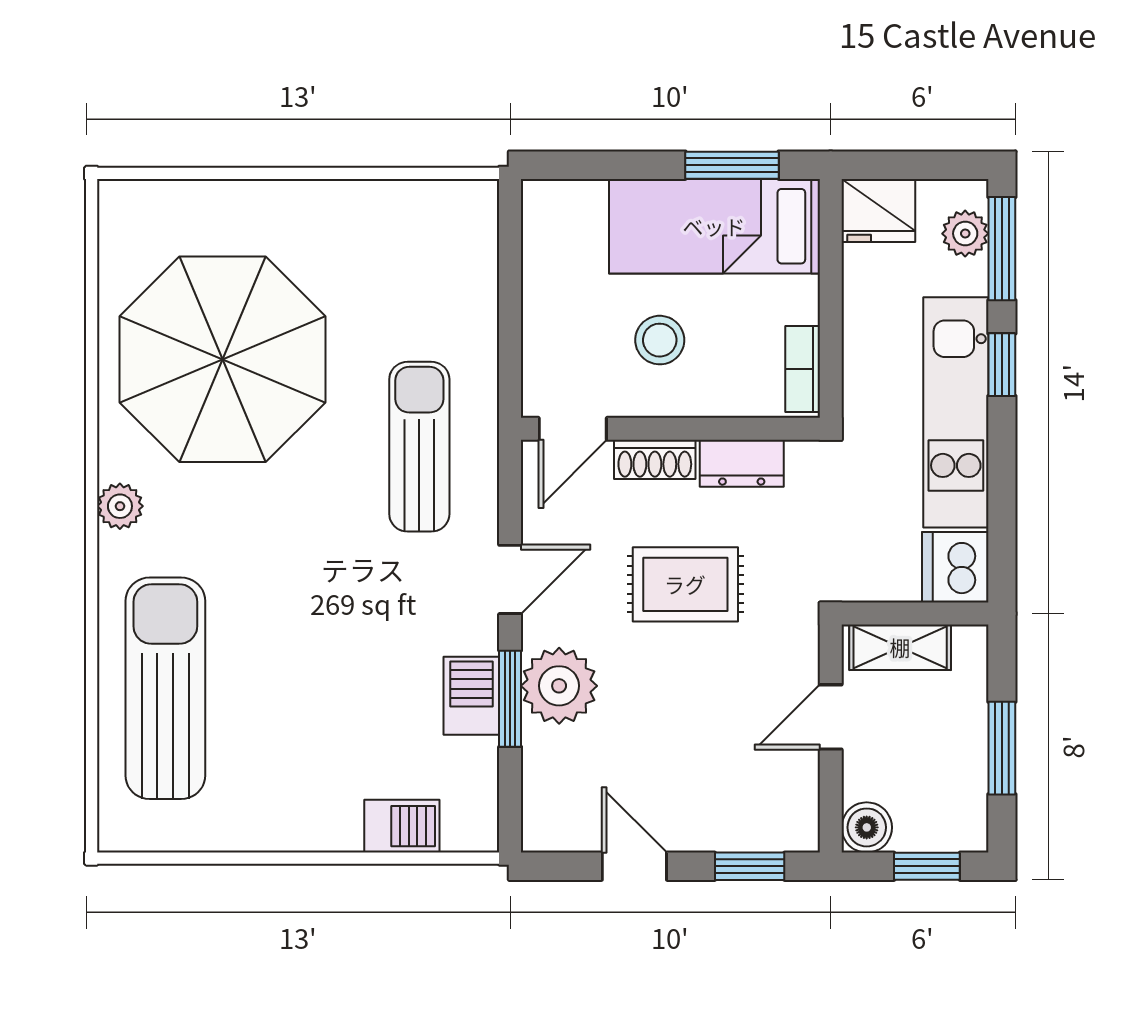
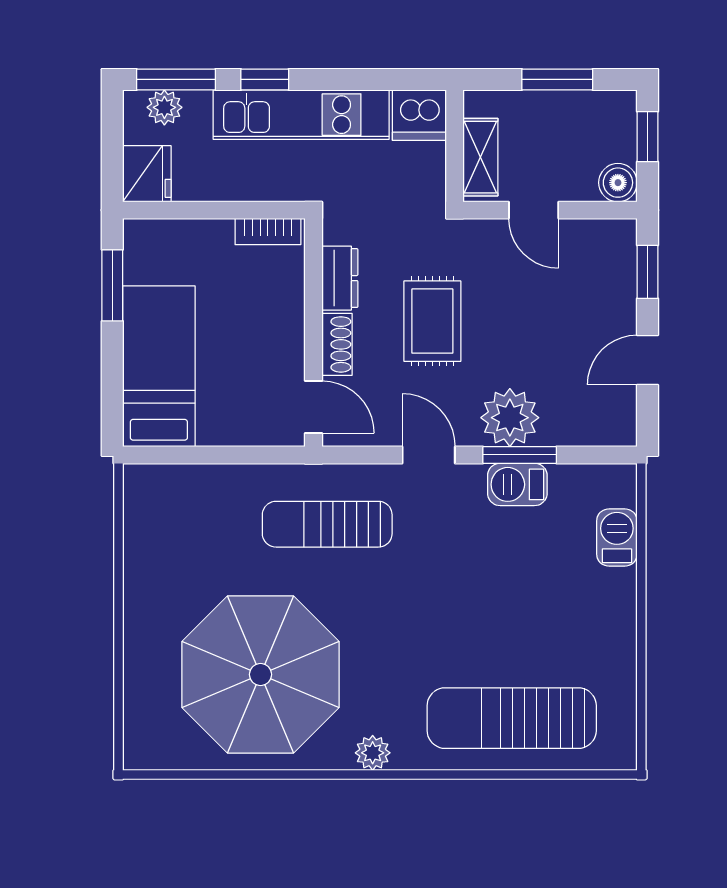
bed: (714, 226) -> (159, 366), moved, turned 180
stool: (660, 340) -> (246, 341), removed

